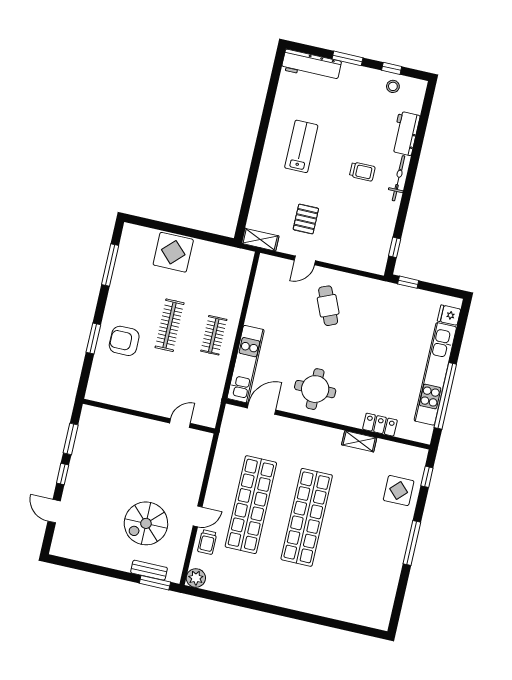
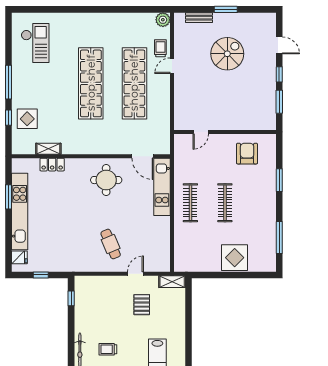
window: (408, 282) -> (41, 275), moved
clothes rail: (214, 335) -> (190, 203), width x1.36
armchair: (124, 341) -> (247, 154), moved, turned -90
window: (445, 396) -> (9, 197), width x0.47
door: (262, 409) -> (143, 156), hinge flipped
shelving: (359, 441) -> (48, 149), moved
window: (427, 477) -> (9, 118), moved
spiral stairs: (146, 523) -> (227, 54), moved
window: (155, 583) -> (226, 9), moved
checkout: (366, 585) -> (35, 43), added

